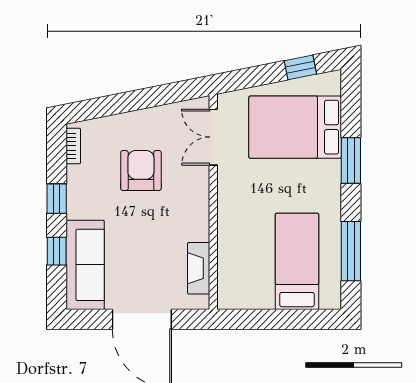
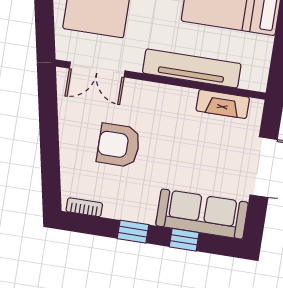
tv unit: (229, 232) -> (192, 68), added

